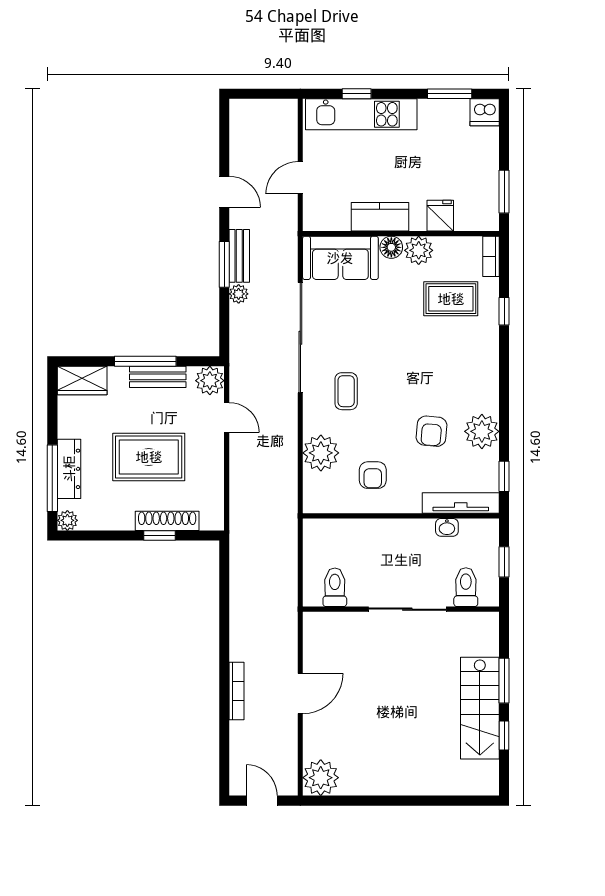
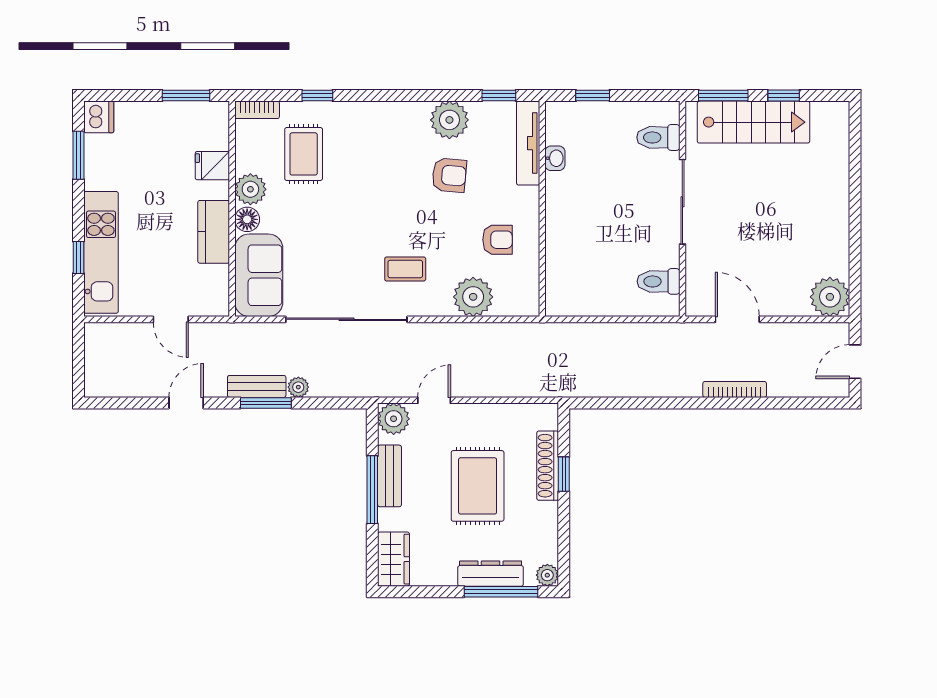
toilet: (335, 587) -> (658, 281), moved
toilet: (466, 587) -> (658, 137), moved
wall: (401, 609) -> (682, 209), moved
sliding door: (407, 609) -> (682, 202), moved

